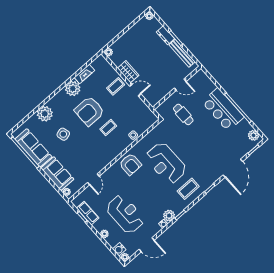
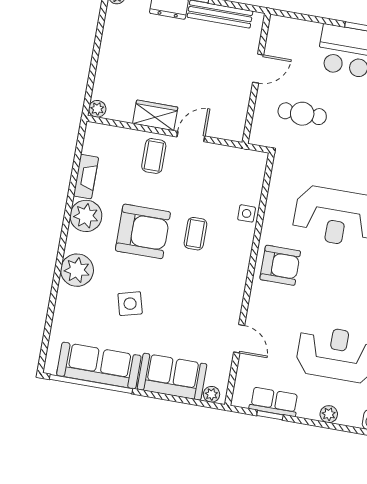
armchair: (89, 111) -> (143, 231), turned -90
plant: (45, 114) -> (77, 270), moved

